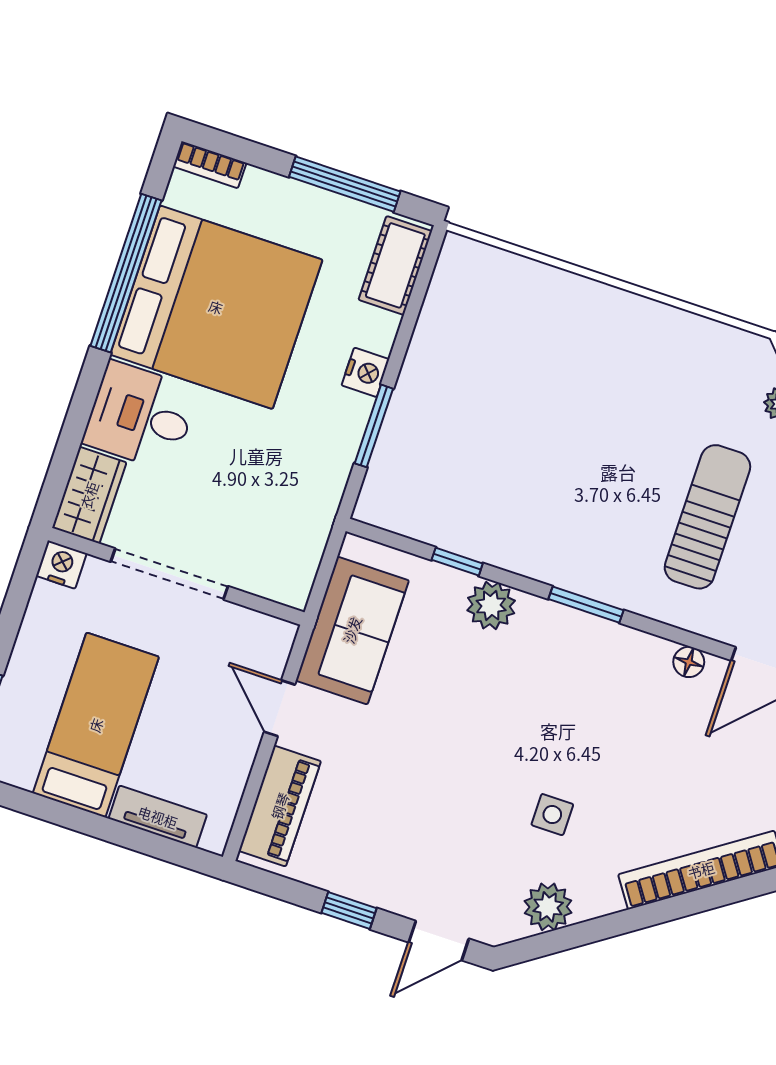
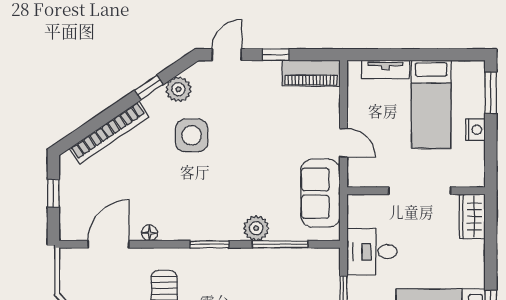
desk: (141, 416) -> (372, 252), moved, turned 180
window: (457, 562) -> (280, 244), width x2.17
nightstand: (61, 565) -> (475, 130), moved, turned -90
piano: (280, 806) -> (311, 73), moved, turned -90
side table: (552, 815) -> (192, 135), width x1.87, depth x1.87
window: (601, 928) -> (149, 87), added

